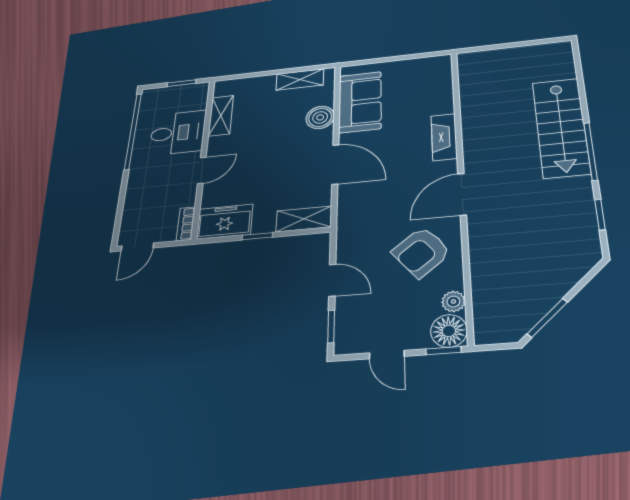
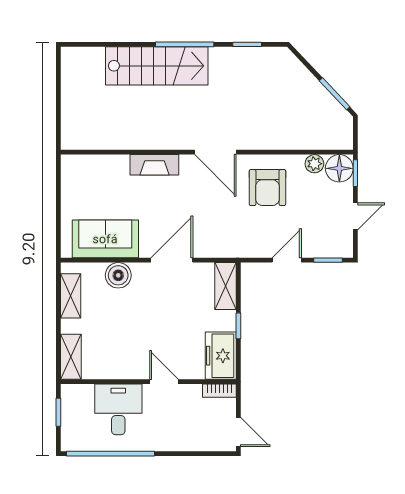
shelving: (221, 116) -> (71, 357), moved, turned 90
armchair: (421, 252) -> (267, 188), turned 39

